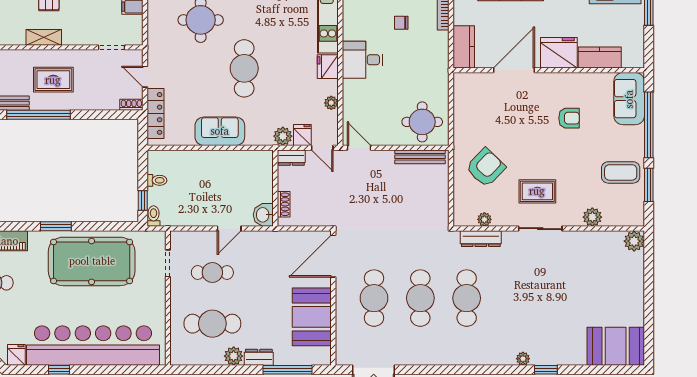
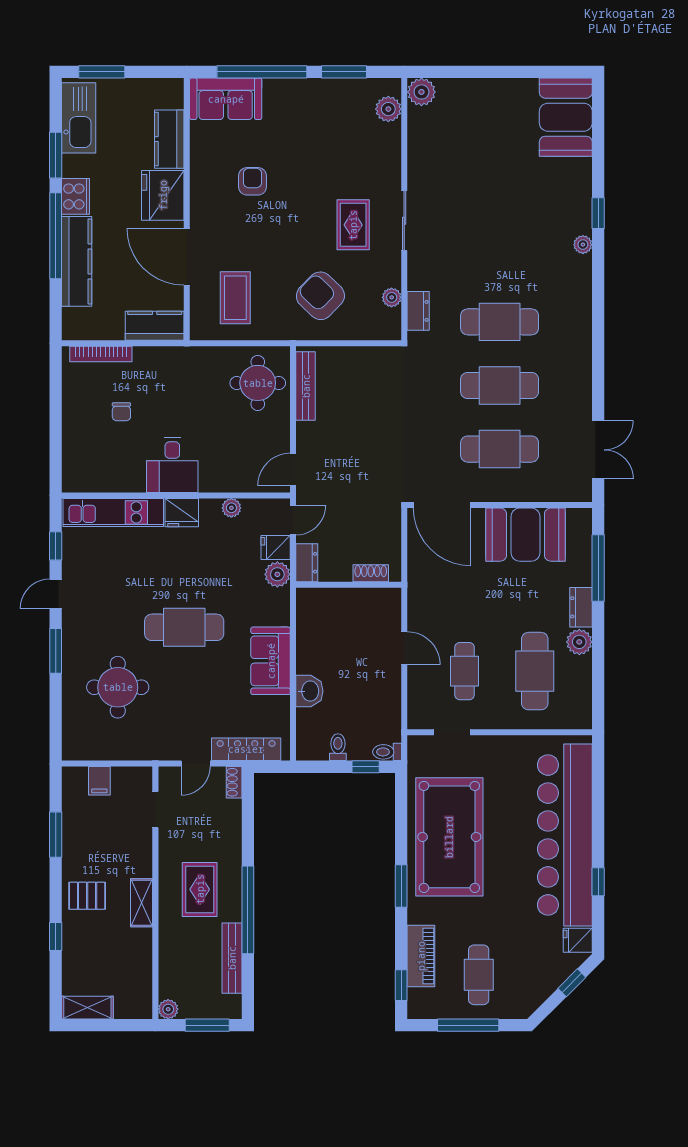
coffee table: (621, 172) -> (235, 298), moved
washbasin: (263, 215) -> (309, 691), moved, turned -90
plant: (592, 217) -> (388, 109), moved
dresser: (481, 239) -> (418, 311), width x0.70

